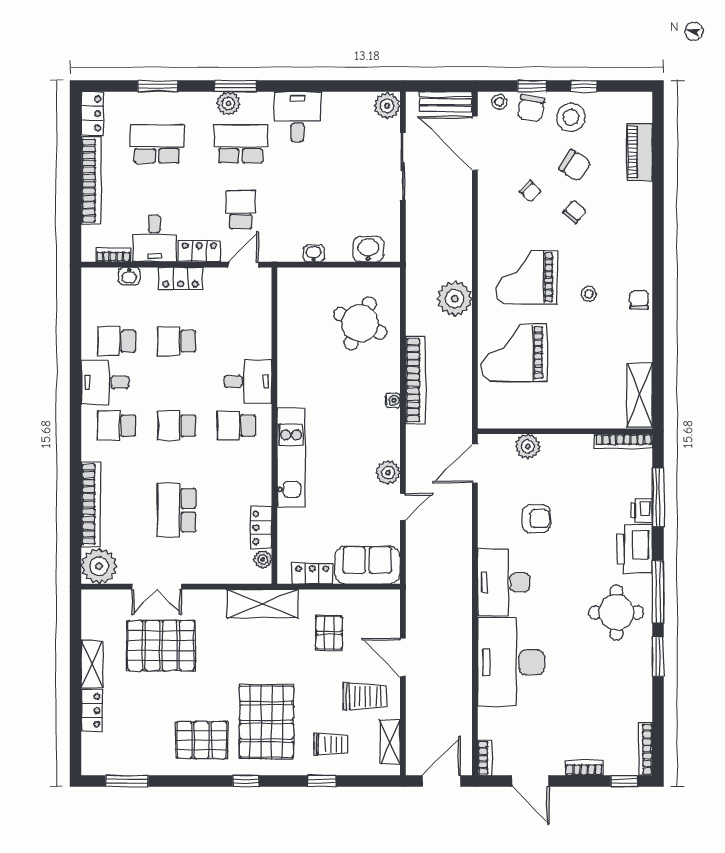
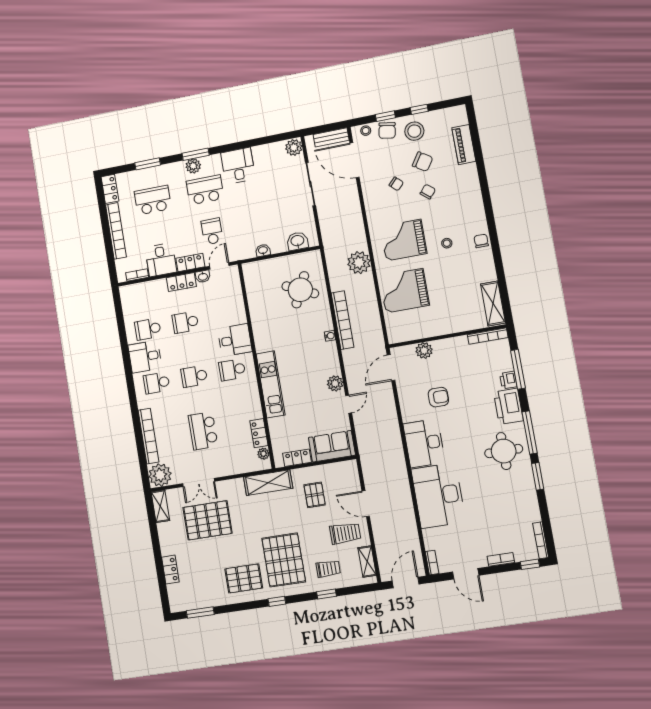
washbasin: (129, 276) -> (203, 276), moved
shelving: (92, 664) -> (160, 506), moved

